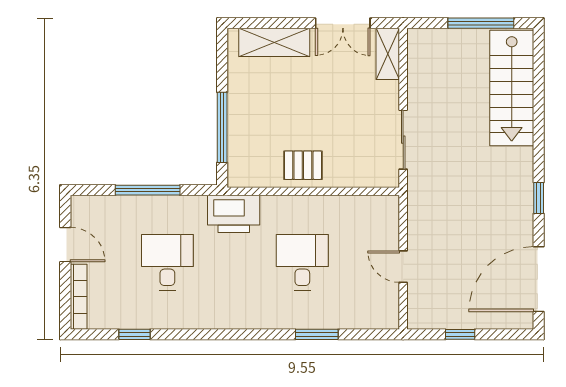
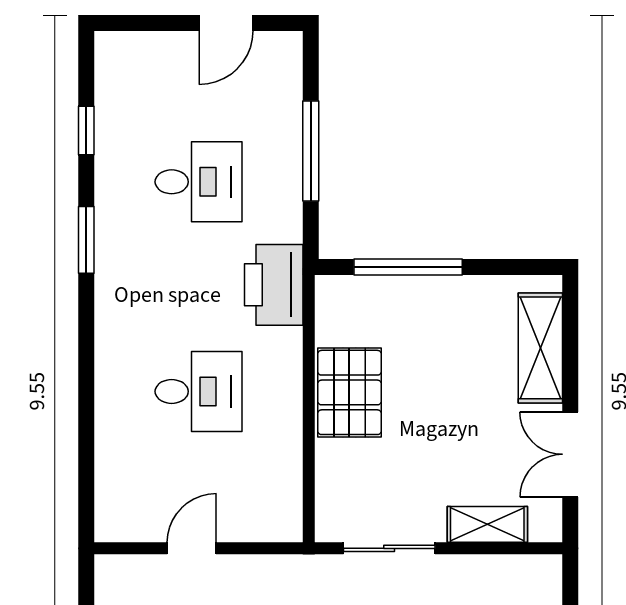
shelving: (388, 54) -> (487, 524), moved
pallet: (303, 165) -> (349, 392), width x1.50, depth x1.42
bookcase: (79, 297) -> (145, 44), removed
window: (317, 334) -> (86, 240), moved

